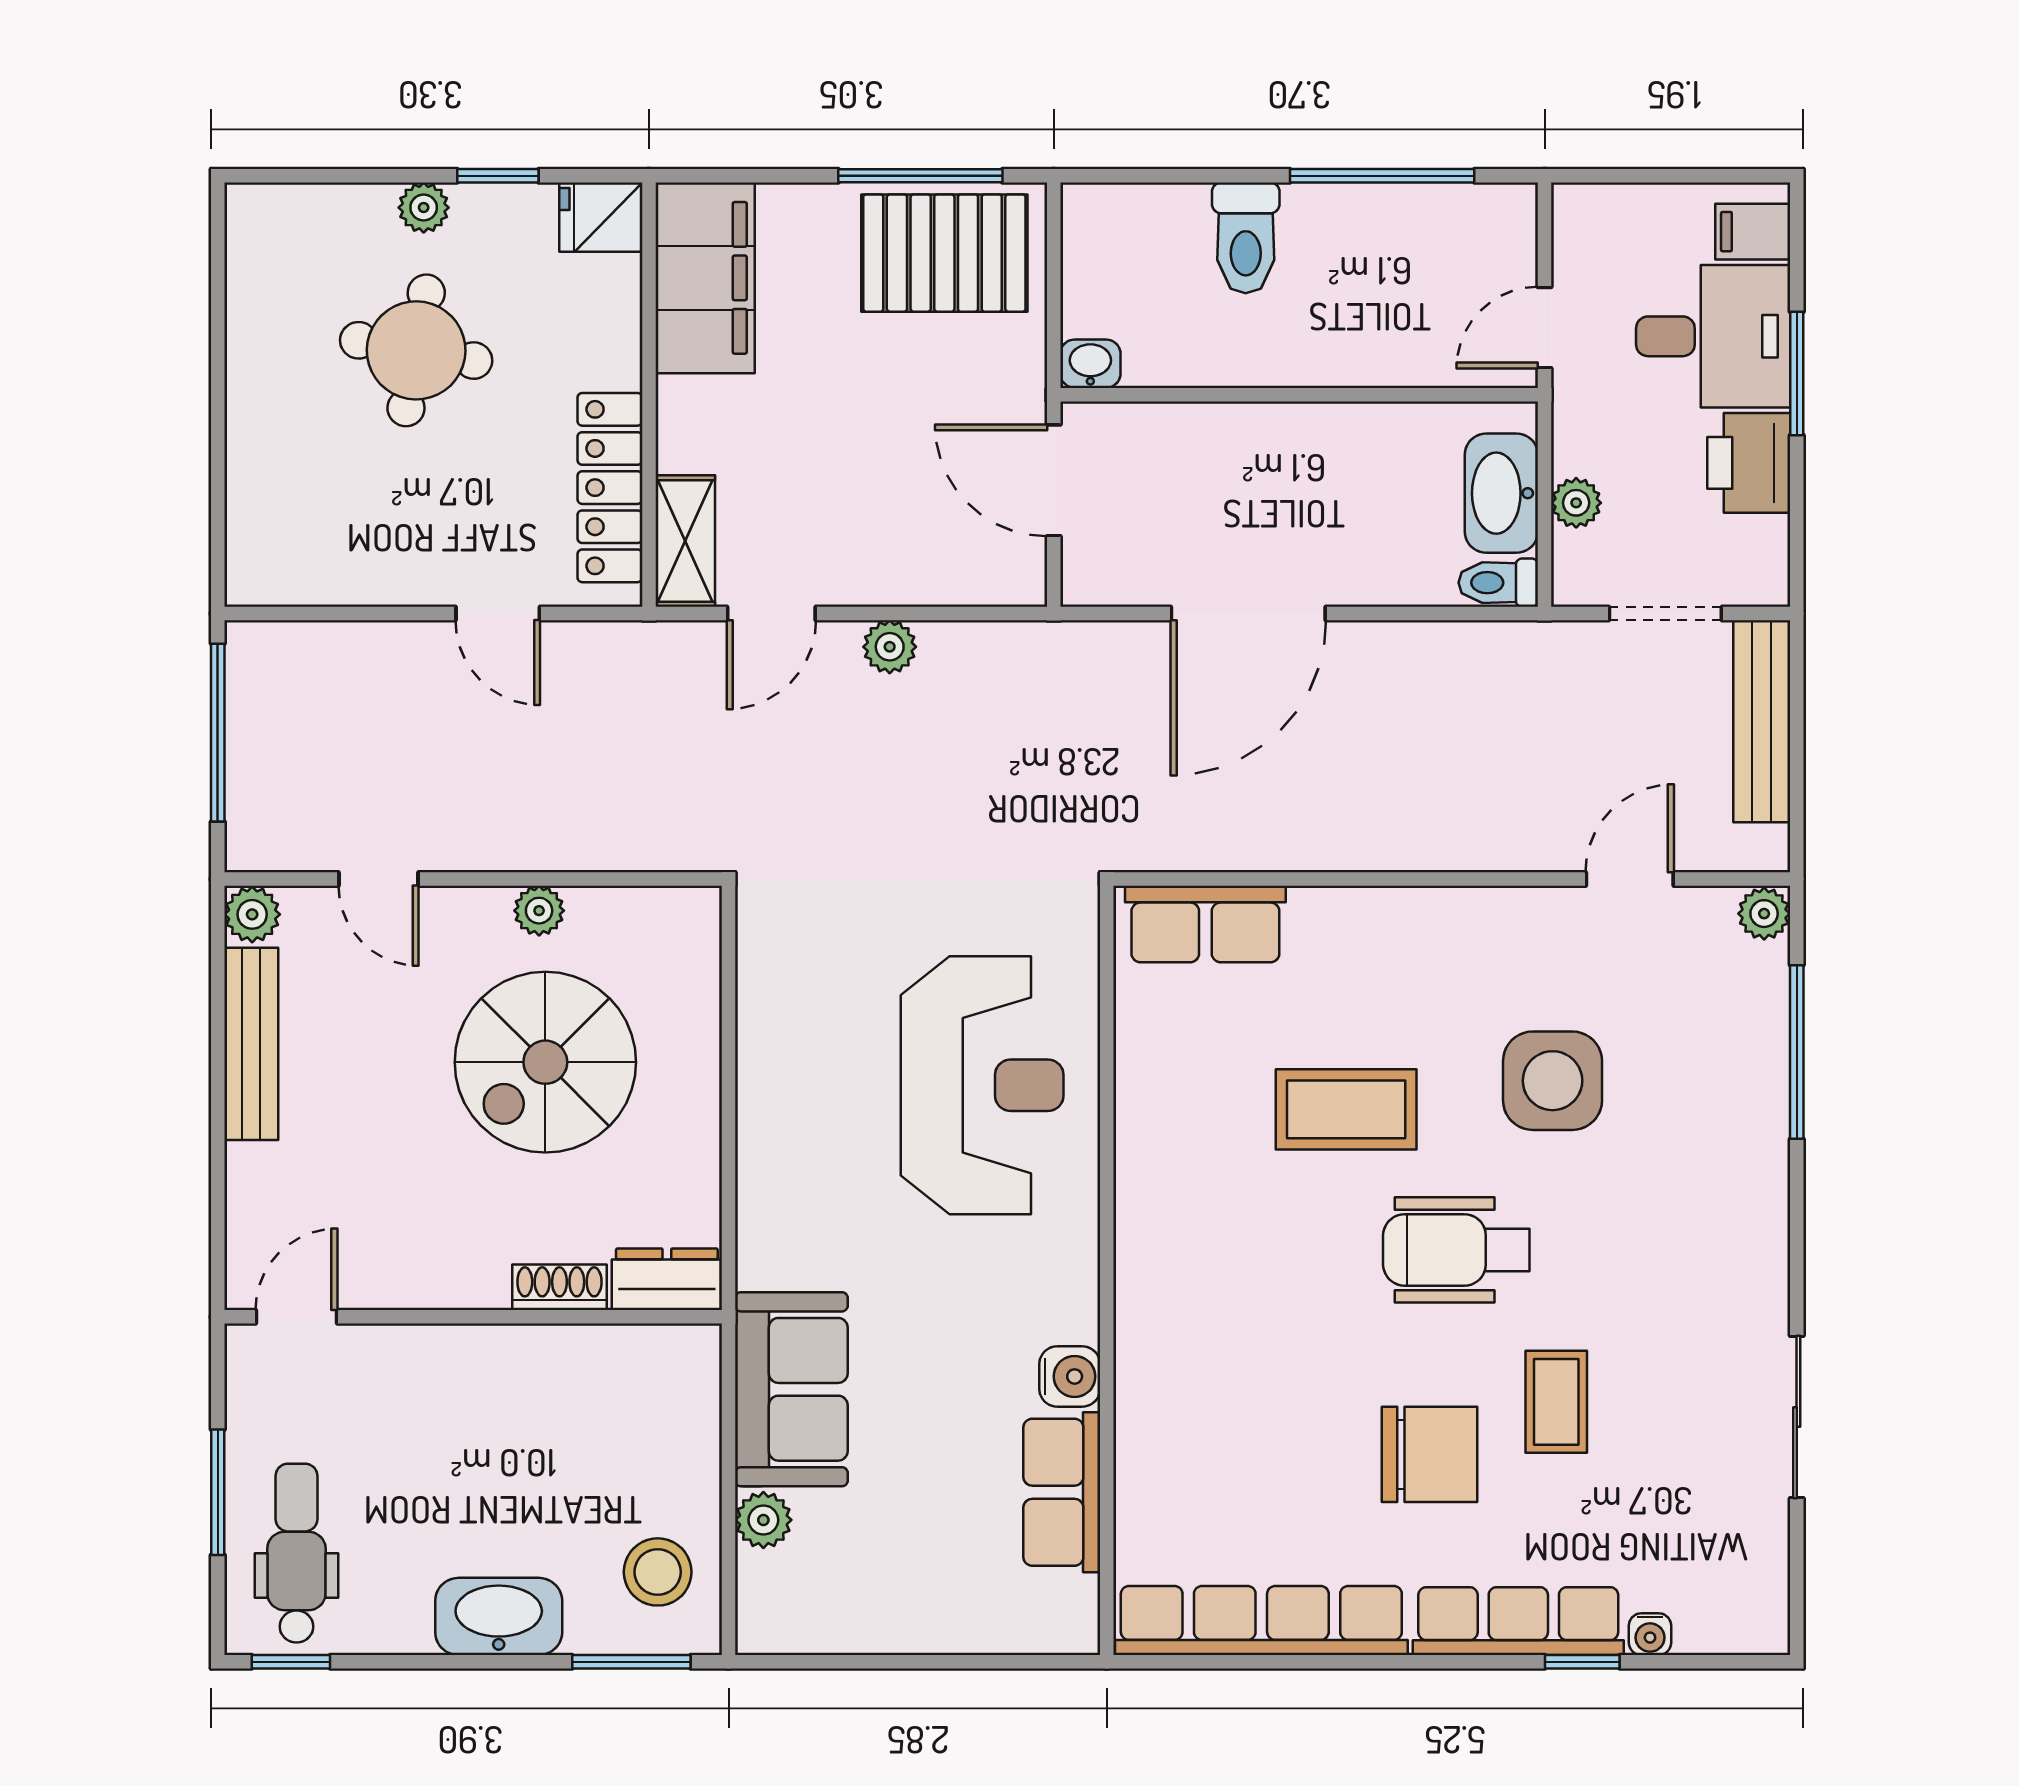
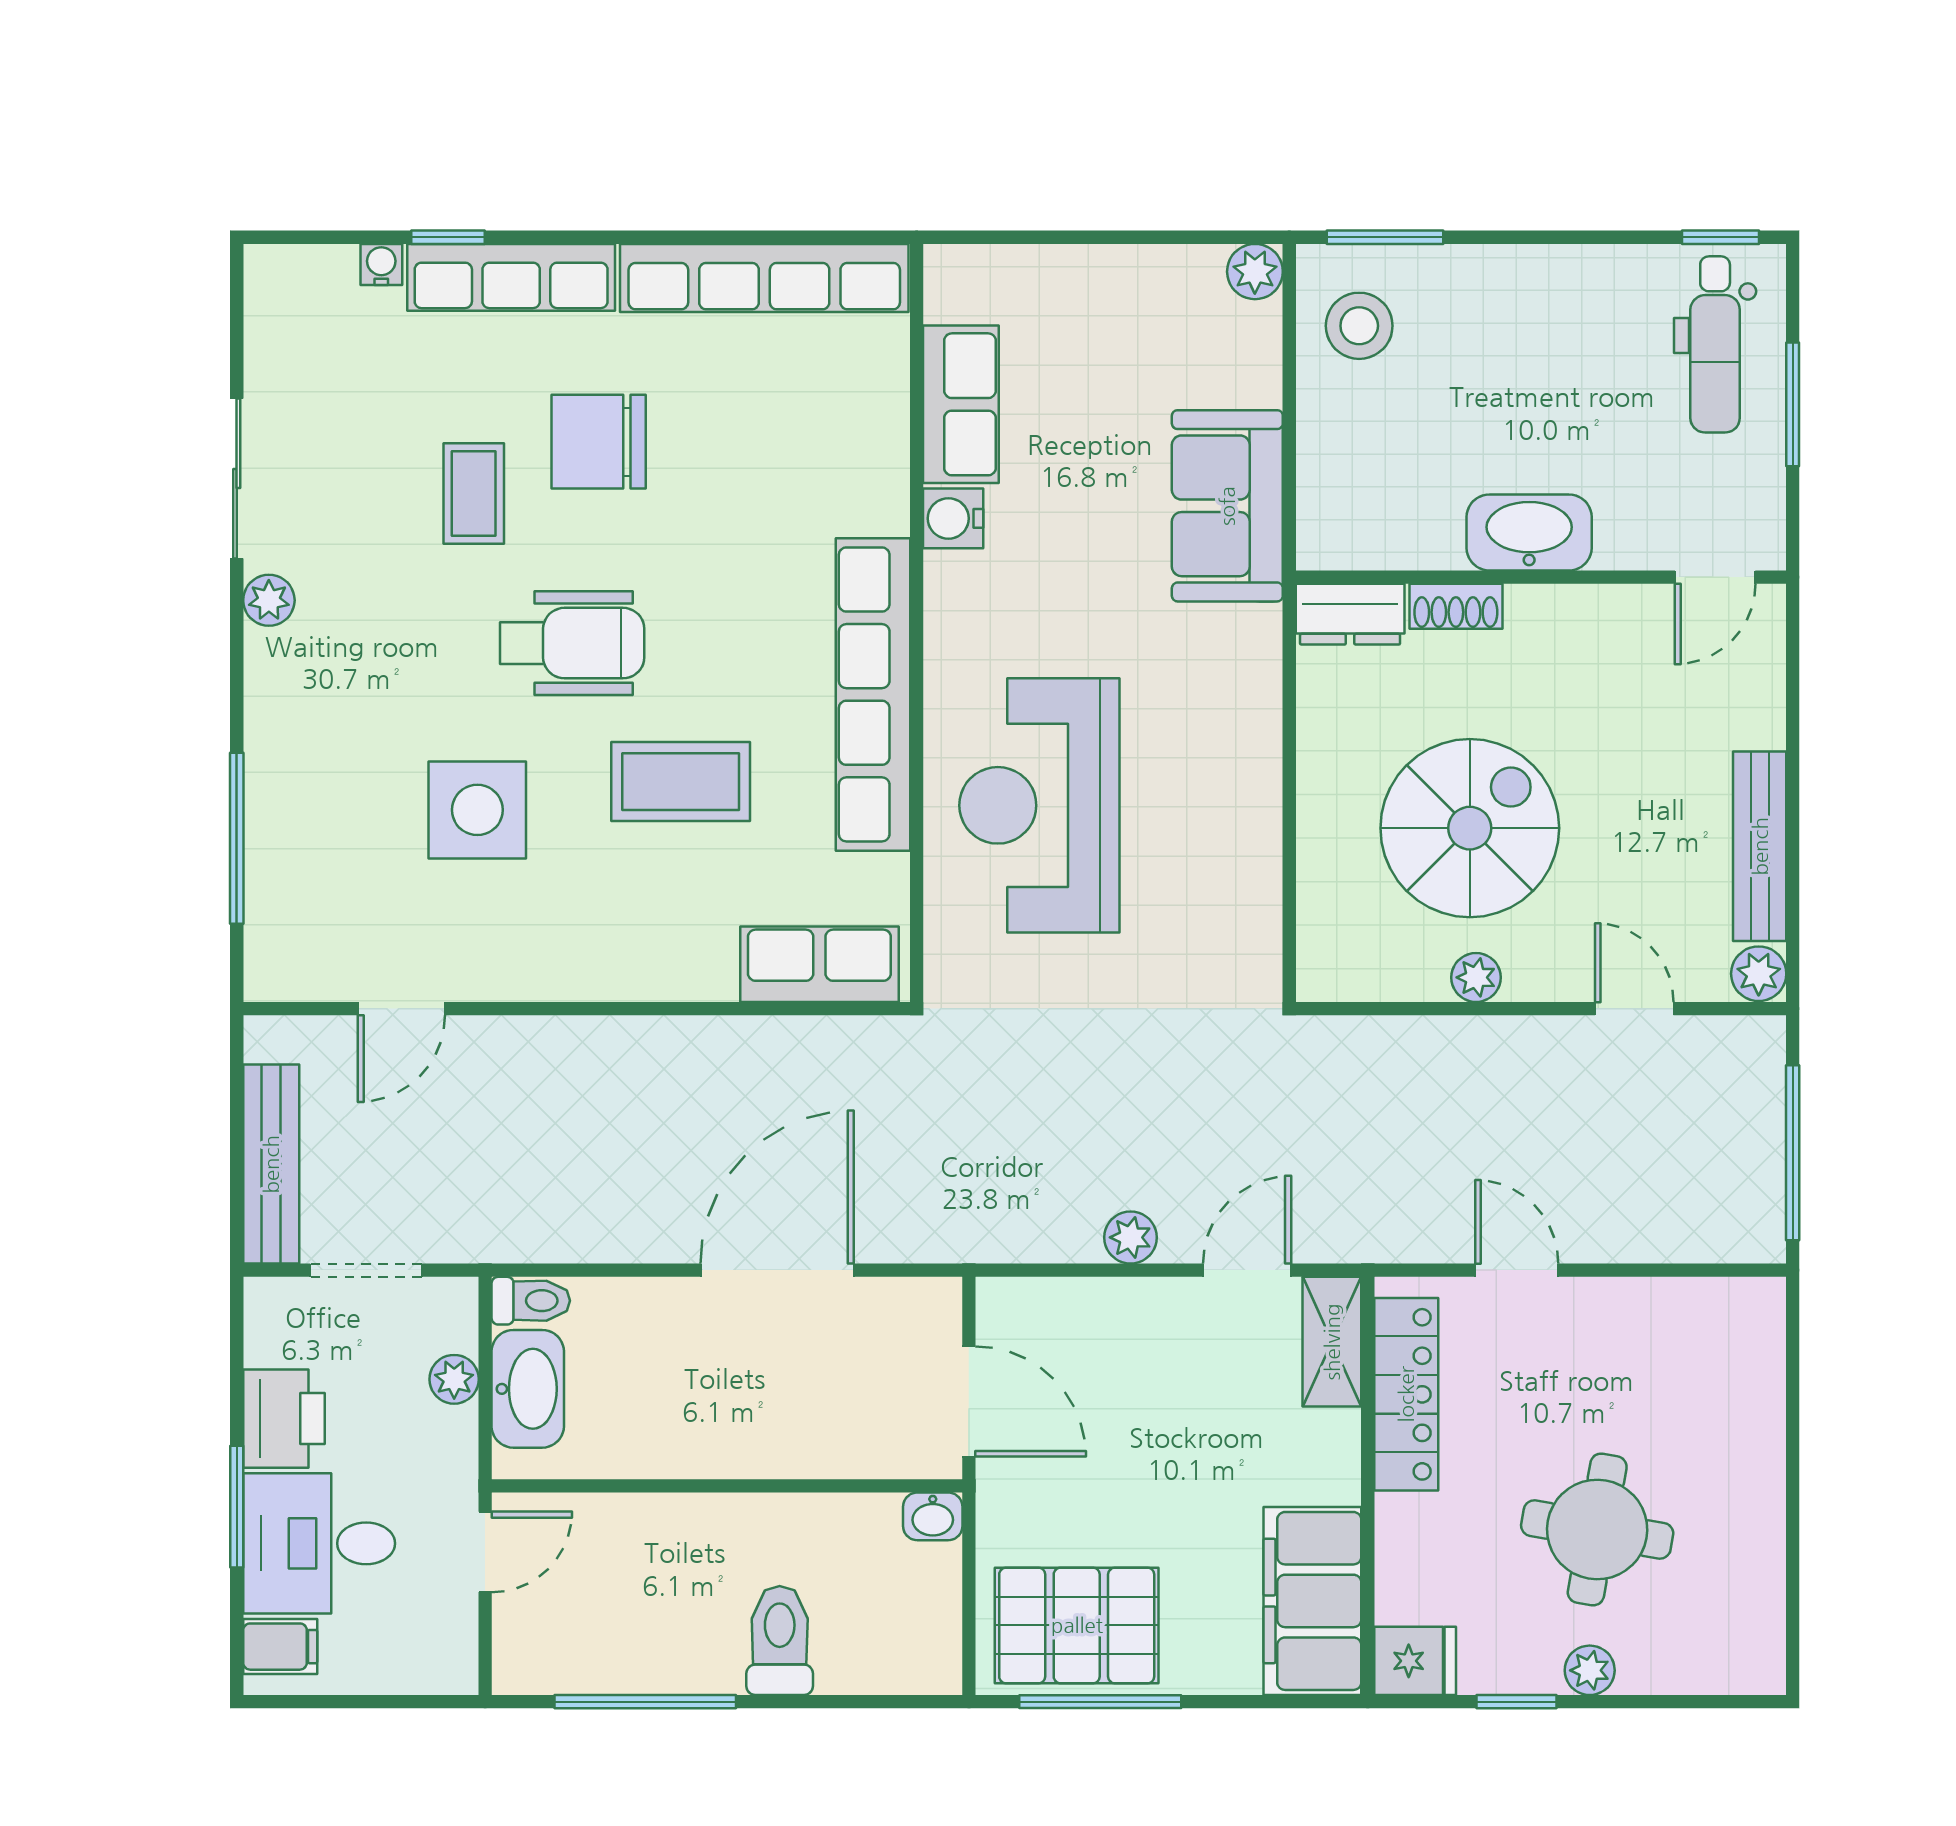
plant: (1764, 914) -> (269, 600), moved
row of seats: (1151, 1198) -> (873, 694), added
plant: (763, 1520) -> (1255, 272), moved
washbasin: (499, 1616) -> (1529, 532), moved, turned 180

